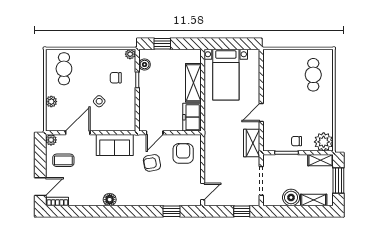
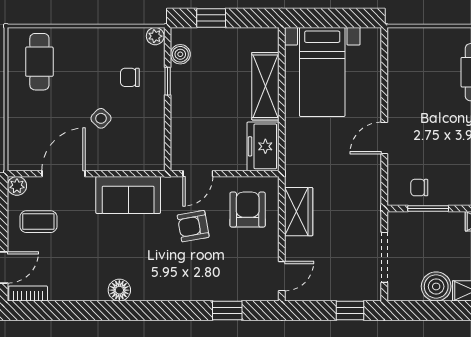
plant: (51, 102) -> (17, 119), removed
chair: (297, 141) -> (419, 188), moved
wardrobe: (252, 143) -> (299, 212), moved, turned 180

